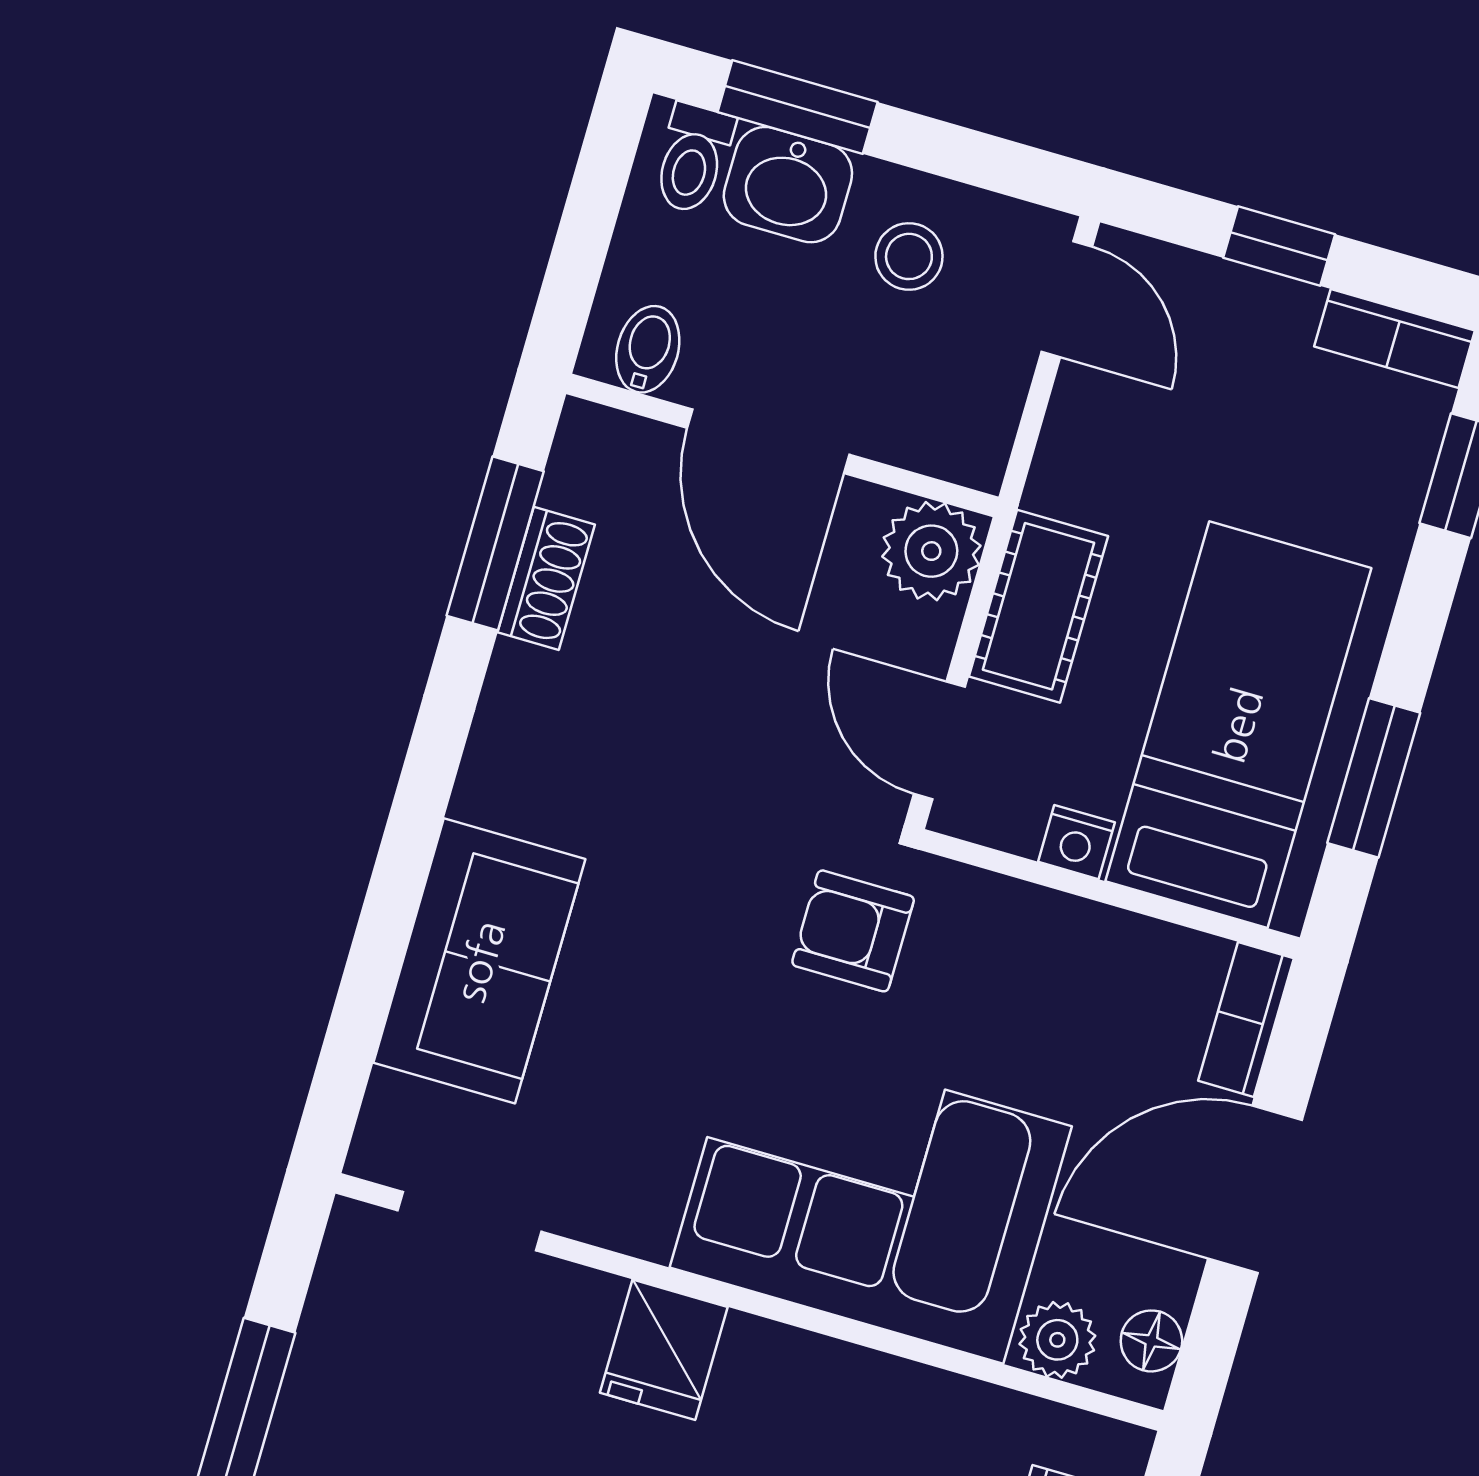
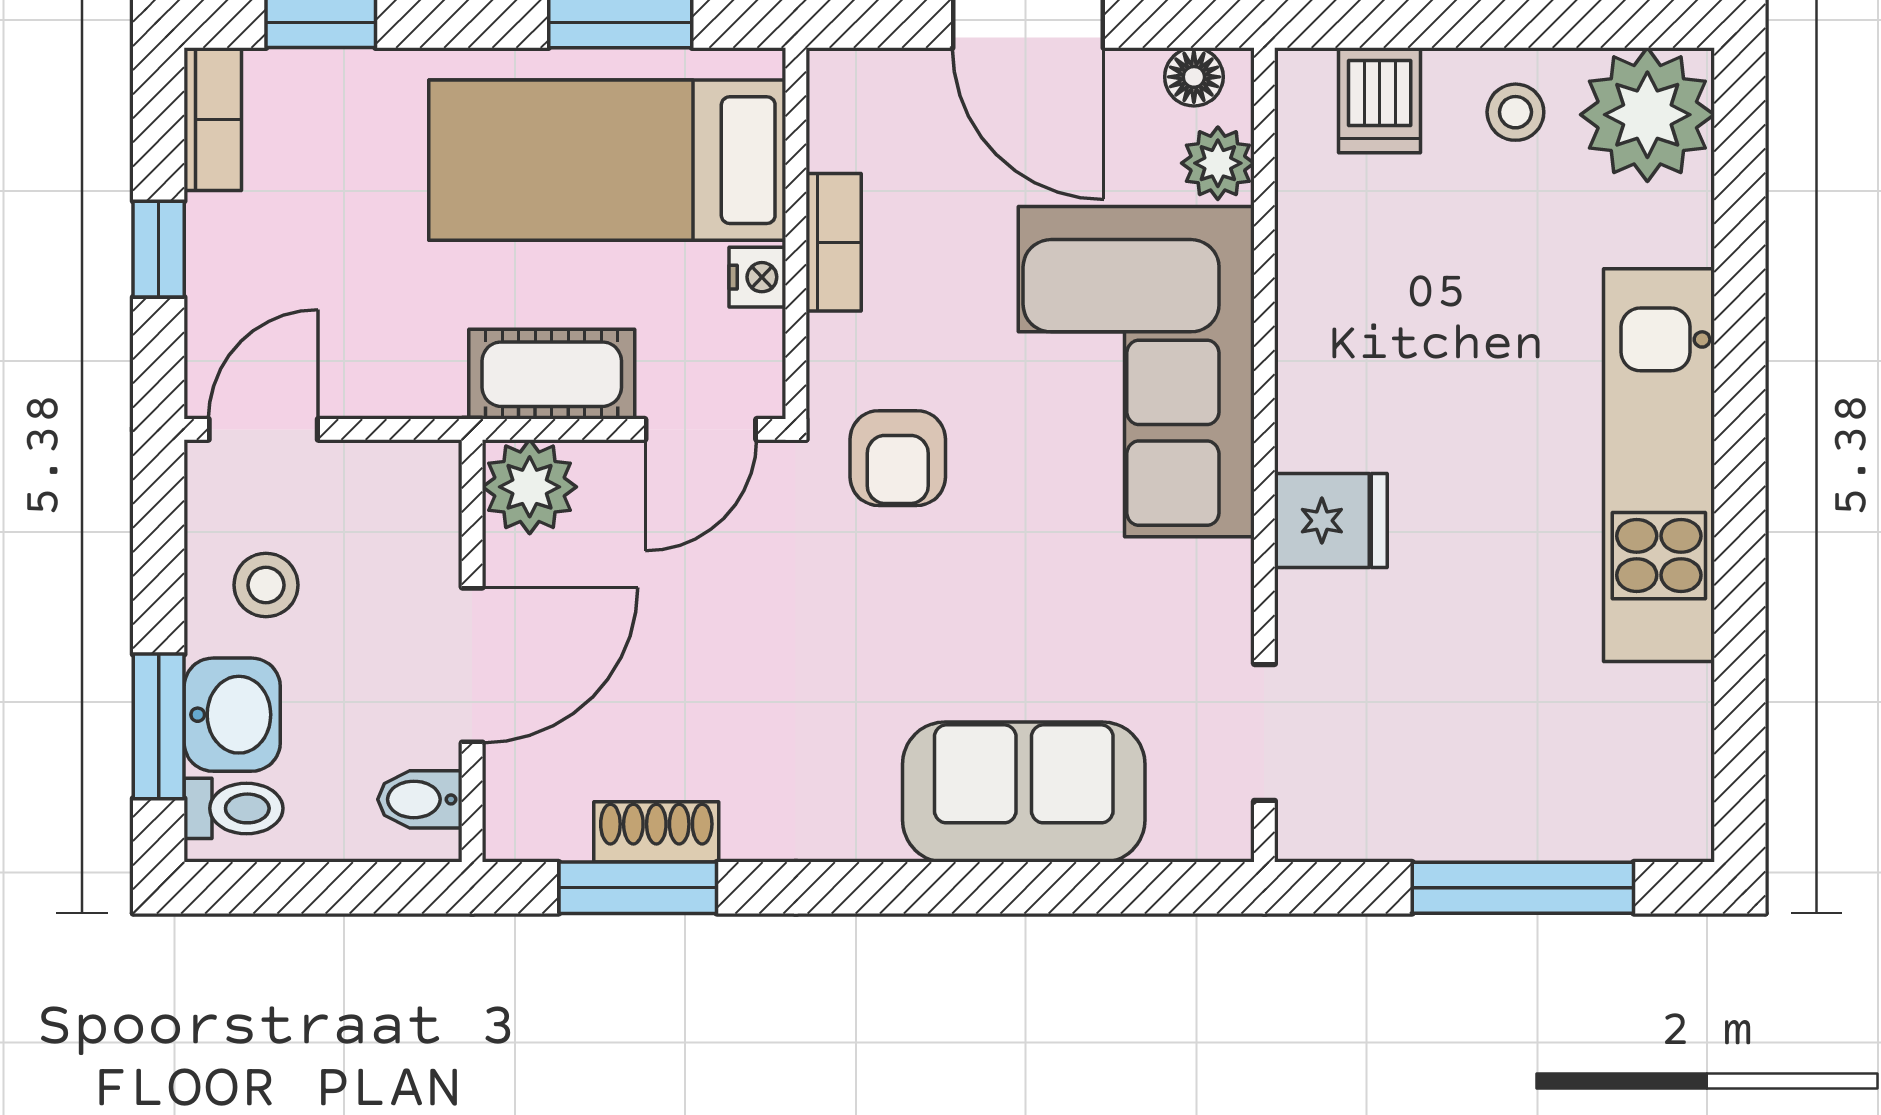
bookcase: (1246, 1019) -> (834, 242), moved, turned -90

